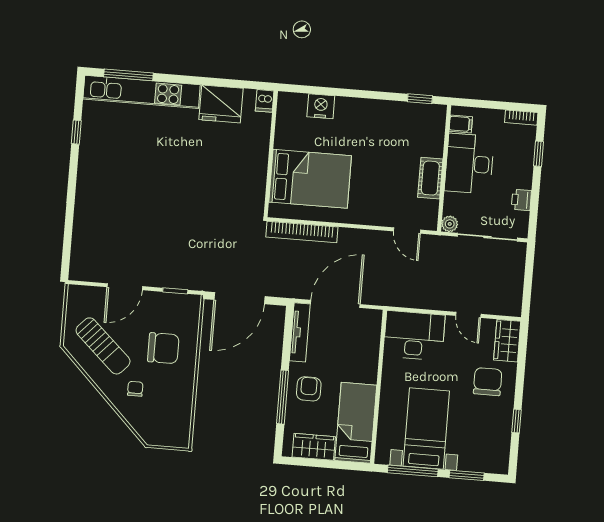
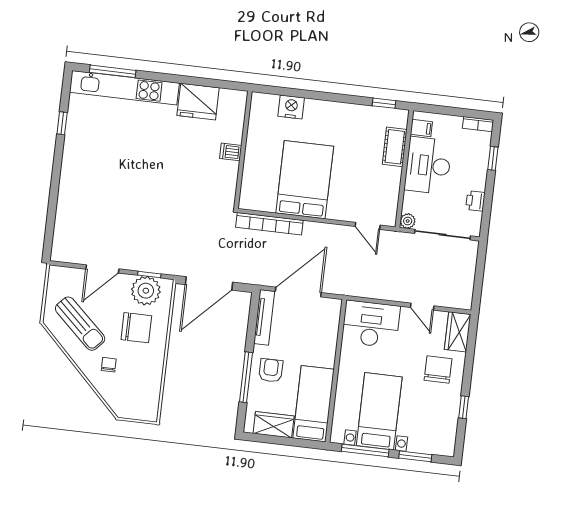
dishwasher: (265, 101) -> (231, 152), moved, turned 90
cot: (430, 178) -> (395, 147), moved
bed: (310, 179) -> (305, 180), moved, turned -90
plant: (172, 308) -> (146, 291), added

